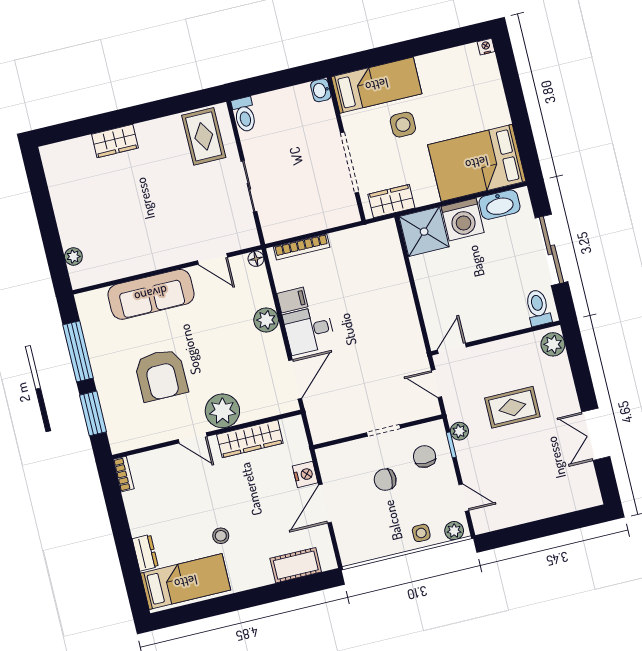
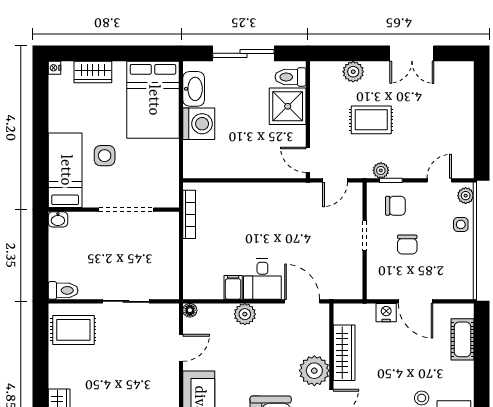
wardrobe: (391, 201) -> (93, 72), moved, turned -90
shower: (424, 232) -> (288, 106), moved
bookcase: (302, 247) -> (189, 214), moved
plant: (553, 344) -> (353, 72), moved
rug: (512, 407) -> (371, 120), turned 90
chair: (424, 456) -> (395, 206), turned 180

